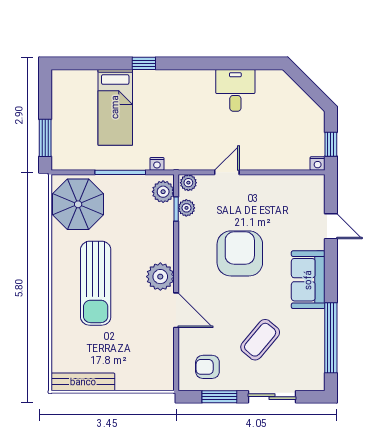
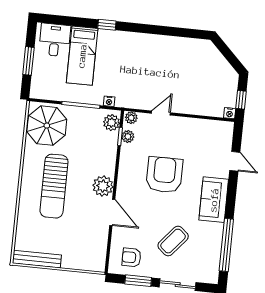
desk: (235, 90) -> (55, 40), moved
window: (45, 138) -> (28, 61), moved

